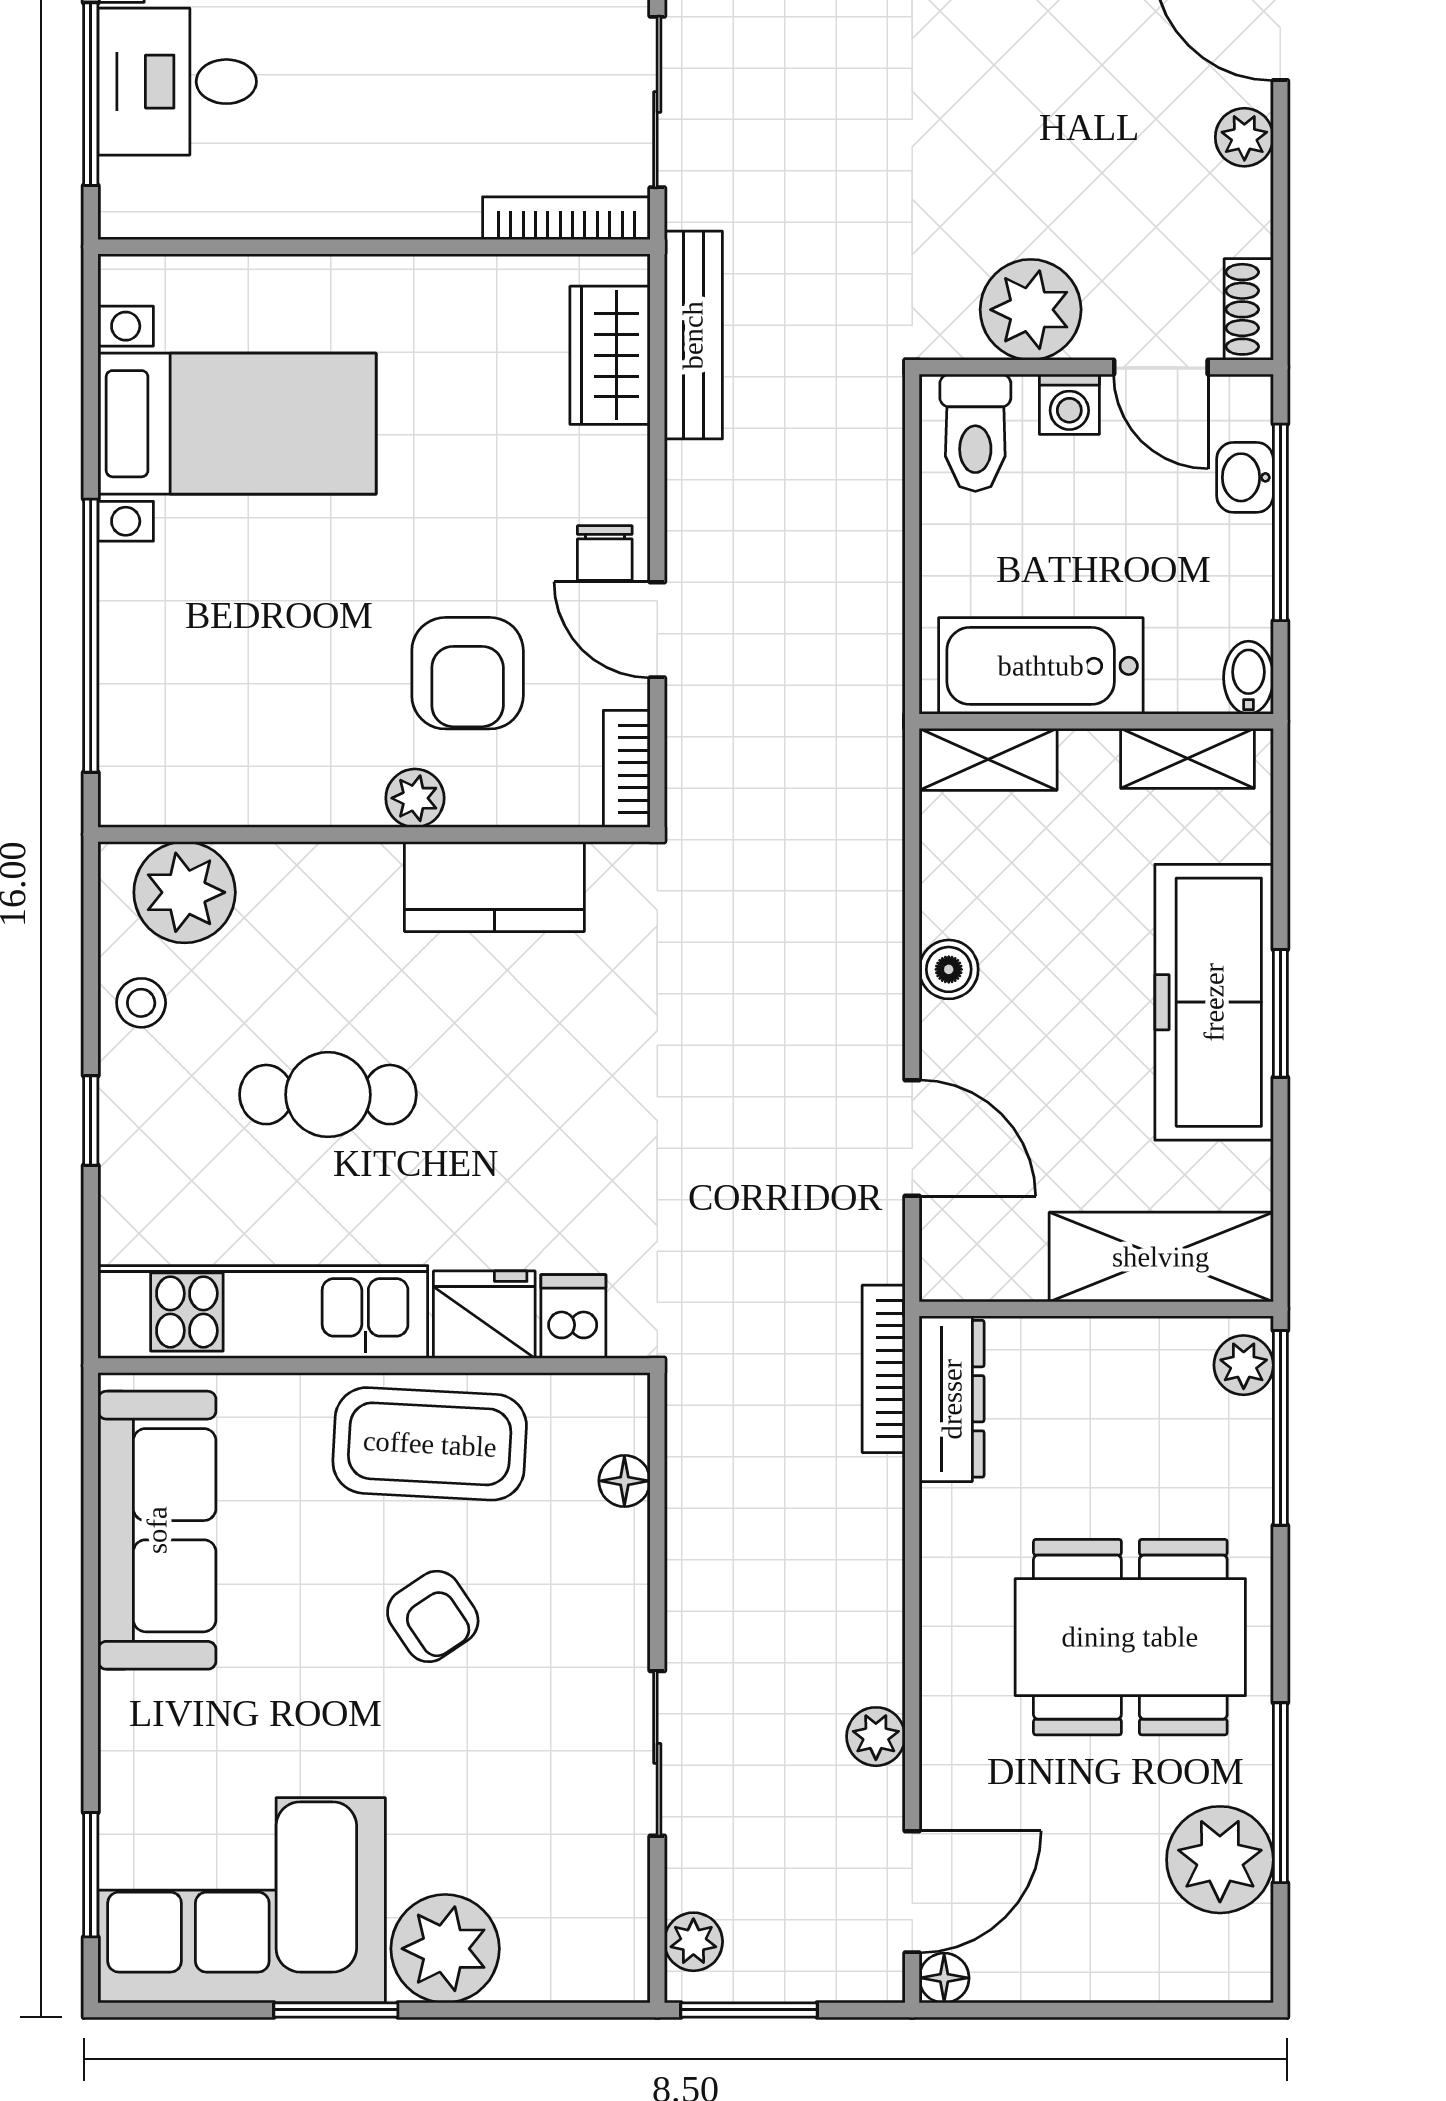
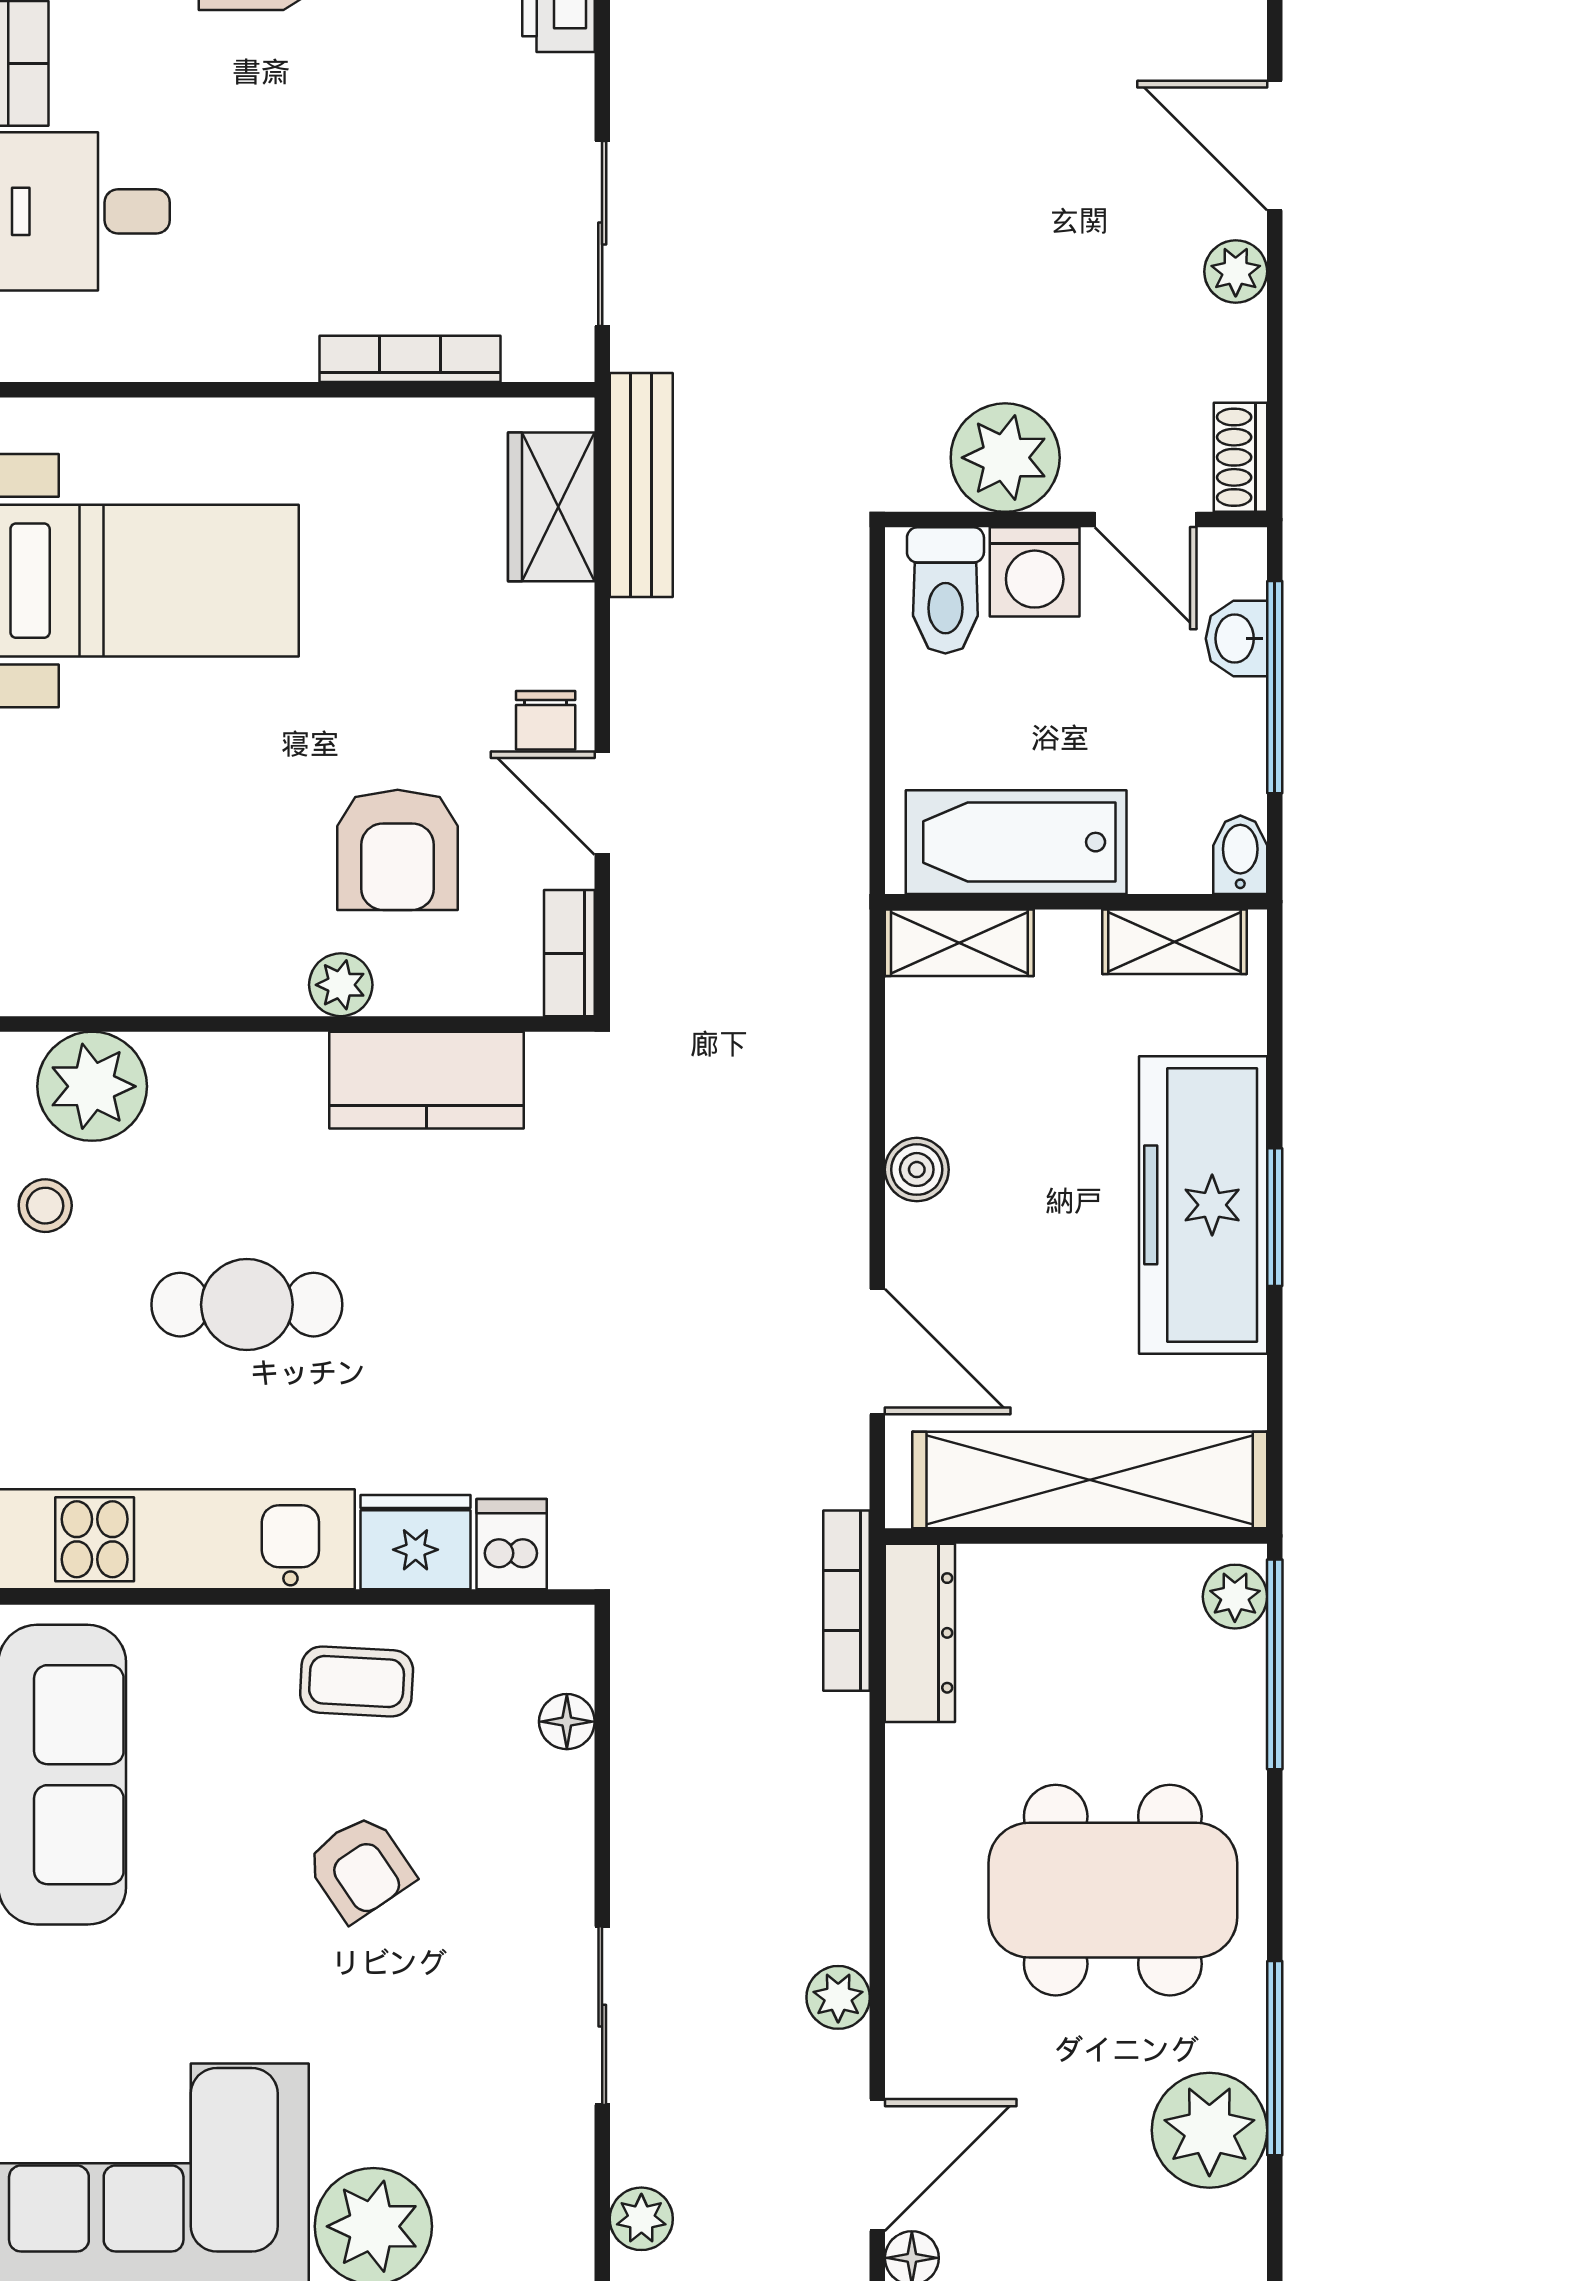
bookcase: (566, 218) -> (410, 359), moved
washing machine: (1069, 404) -> (1035, 572), width x1.38, depth x1.38
shelving: (1161, 1257) -> (1090, 1480), width x1.47
coffee table: (430, 1444) -> (357, 1682), width x0.54, depth x0.58

